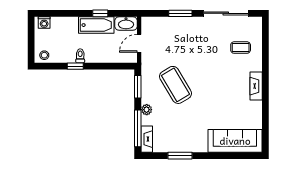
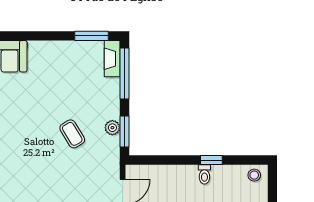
coffee table: (175, 85) -> (72, 134), width x0.54, depth x0.58
plant: (147, 110) -> (112, 128), moved
window: (180, 156) -> (91, 36), moved

